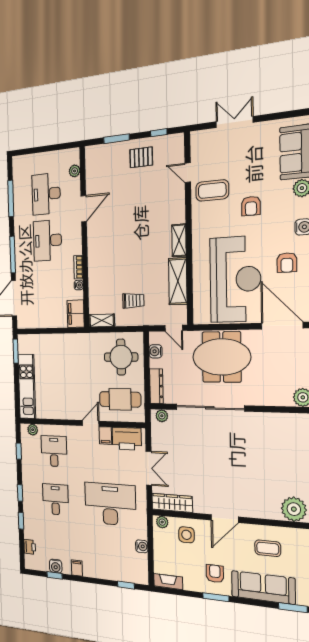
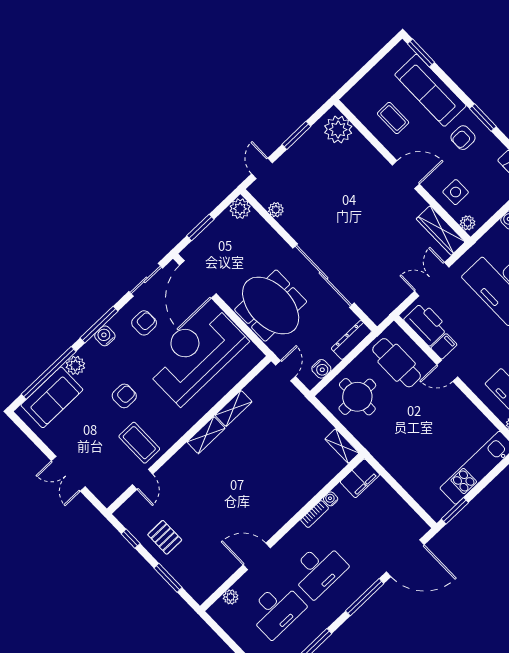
shelving: (178, 281) -> (234, 408), width x0.67, depth x0.75
trolley: (133, 301) -> (296, 431), removed
plant: (162, 416) -> (276, 210), moved

